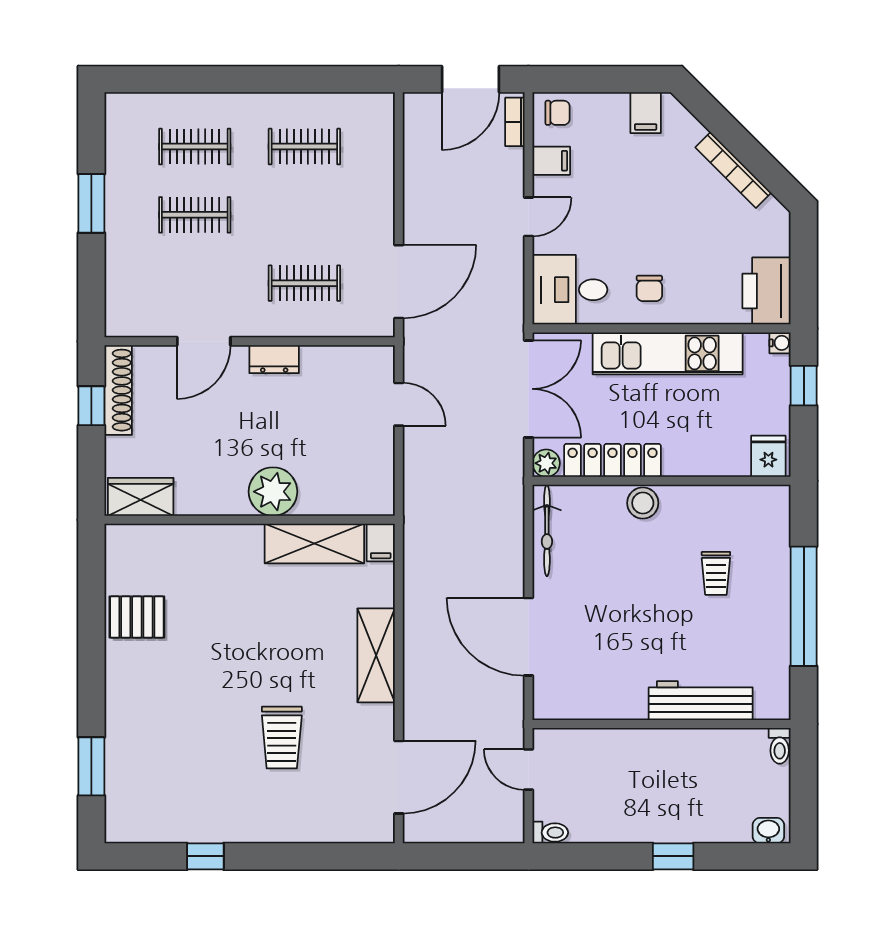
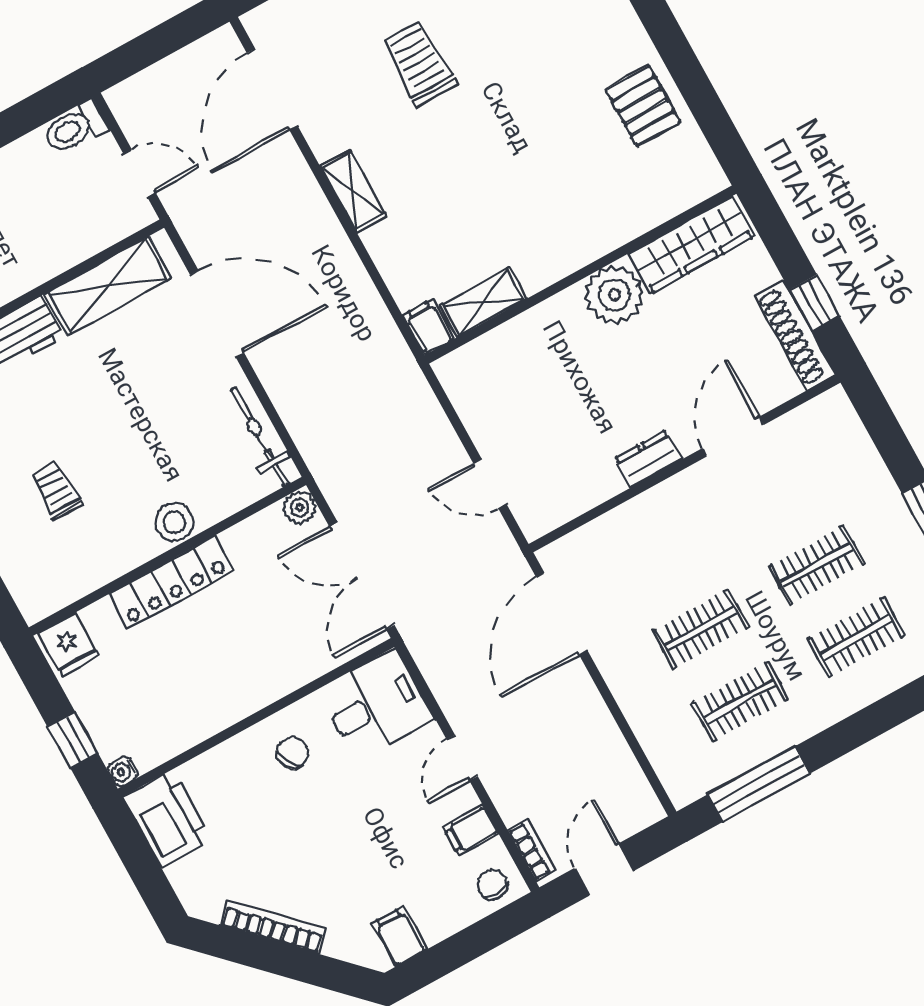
window: (324, 79) -> (759, 784), added
door: (470, 79) -> (604, 869), width x0.73
chair: (558, 113) -> (492, 885), turned 90
clothes rail: (304, 283) -> (701, 629), moved
chair: (649, 288) -> (293, 753), turned 61
kitchen unit: (668, 353) -> (235, 695), removed
locker: (612, 460) -> (171, 583), moved
plant: (273, 492) -> (614, 295), moved
wardrobe: (141, 497) -> (692, 245), width x1.50
shelving: (314, 544) -> (483, 302), width x0.67, depth x0.75
pallet: (137, 617) -> (643, 106), turned 90
shelving: (376, 655) -> (353, 191), width x0.67, depth x0.75
shelving: (597, 700) -> (108, 286), added
toilet: (550, 833) -> (75, 128), width x1.37, depth x1.39

